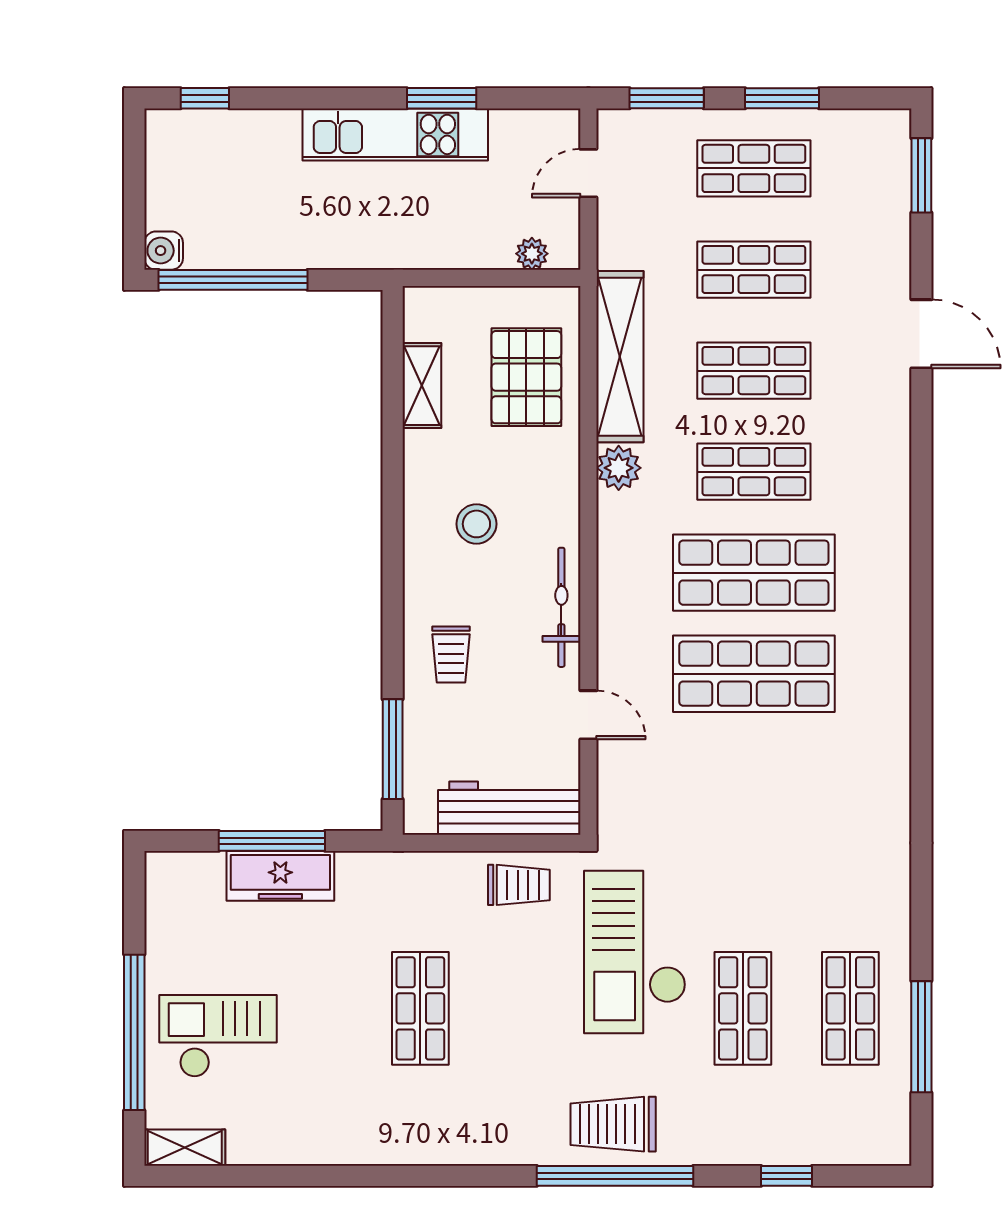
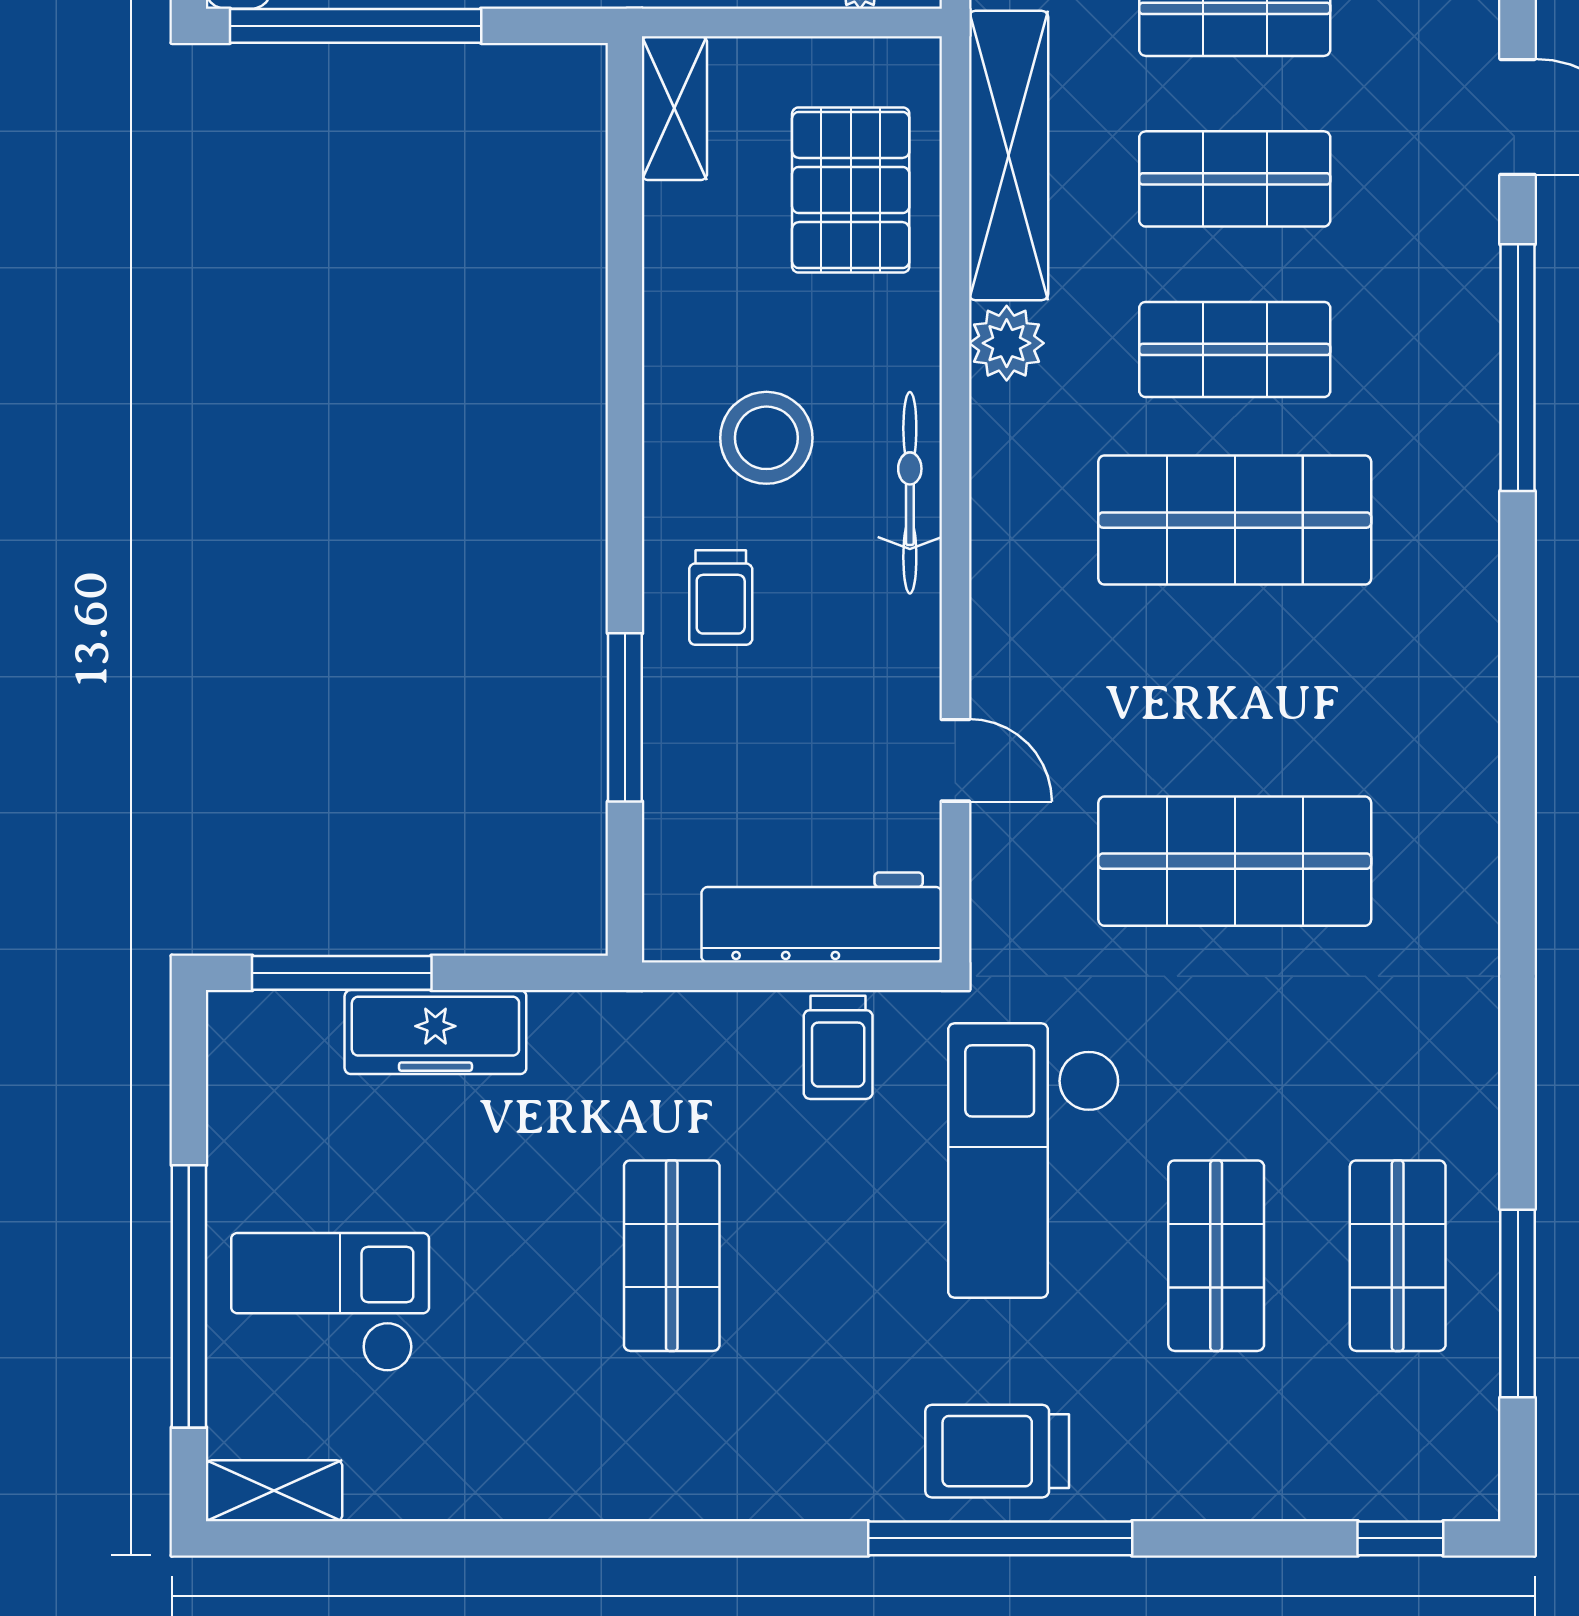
shelving: (422, 386) -> (674, 108), moved
window: (921, 482) -> (1518, 368), added
stool: (476, 524) -> (766, 438), width x1.38, depth x1.38
bicycle: (561, 607) -> (910, 493), moved
trolley: (451, 654) -> (721, 598), moved
shop shelf: (754, 674) -> (1235, 861), moved
window: (393, 749) -> (625, 717), moved
window: (272, 841) -> (342, 973), moved
trolley: (519, 885) -> (838, 1047), turned 90
window: (787, 1176) -> (1400, 1538), moved

